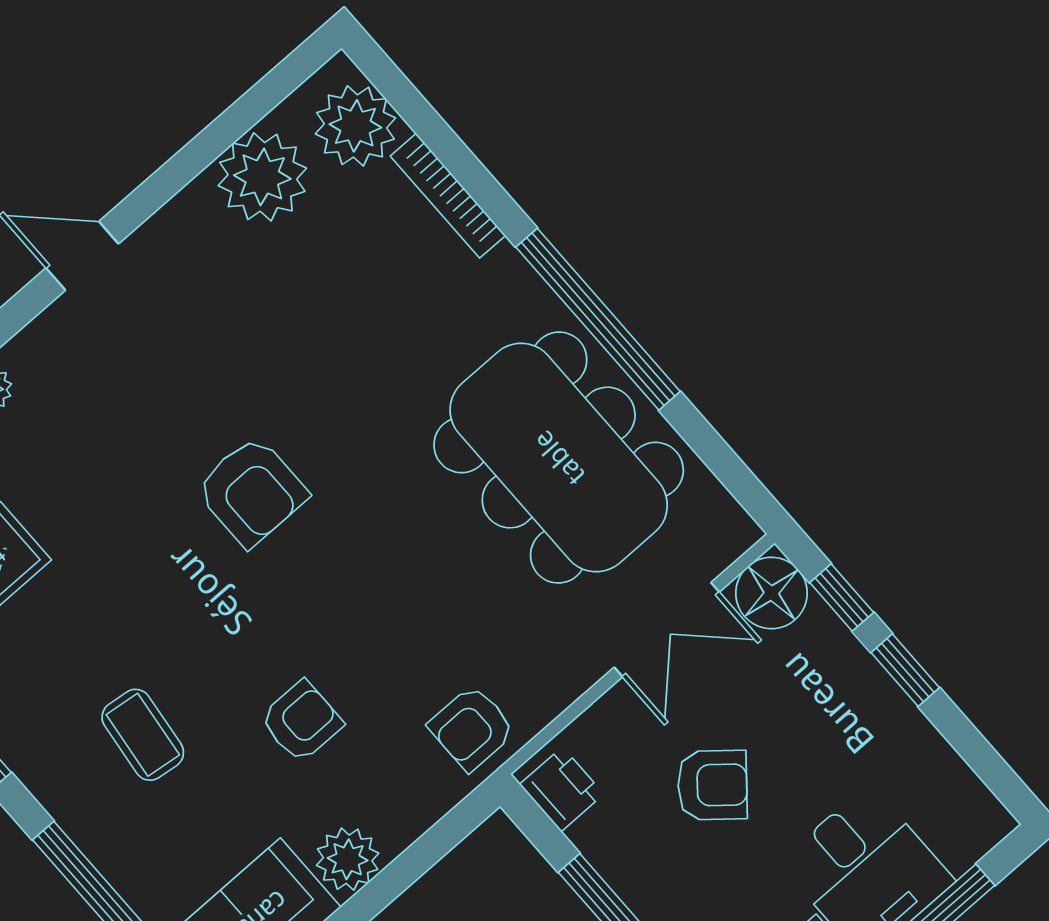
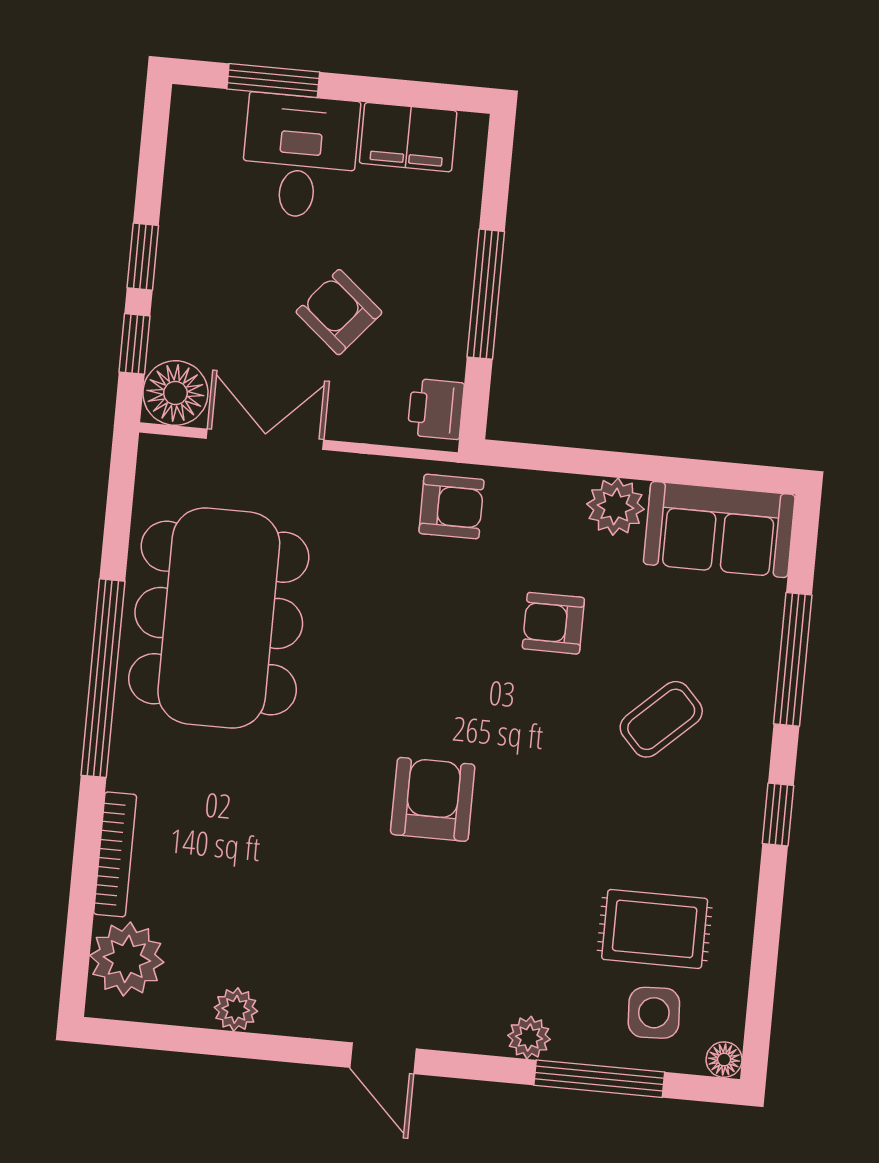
plant: (262, 177) -> (236, 1009), width x0.53, depth x0.53
coffee table: (143, 735) -> (661, 719), turned 40

